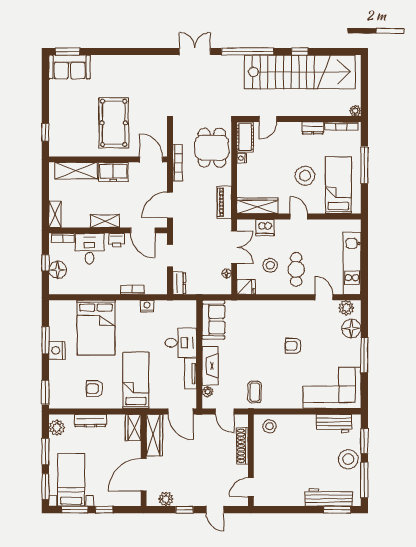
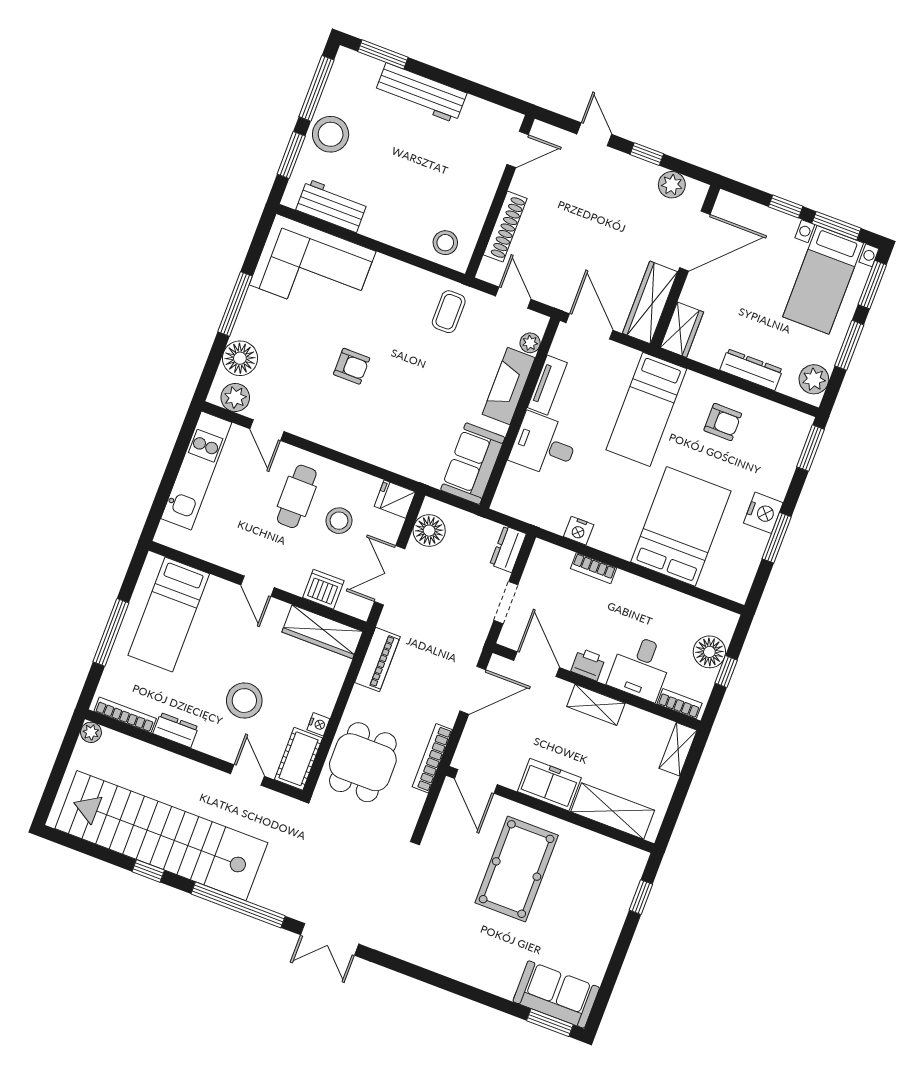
door: (268, 119) -> (248, 775), hinge flipped
stool: (305, 176) -> (244, 701), moved
floor lamp: (227, 273) -> (429, 531), width x1.89, depth x1.89
workbench: (329, 497) -> (421, 93), moved

